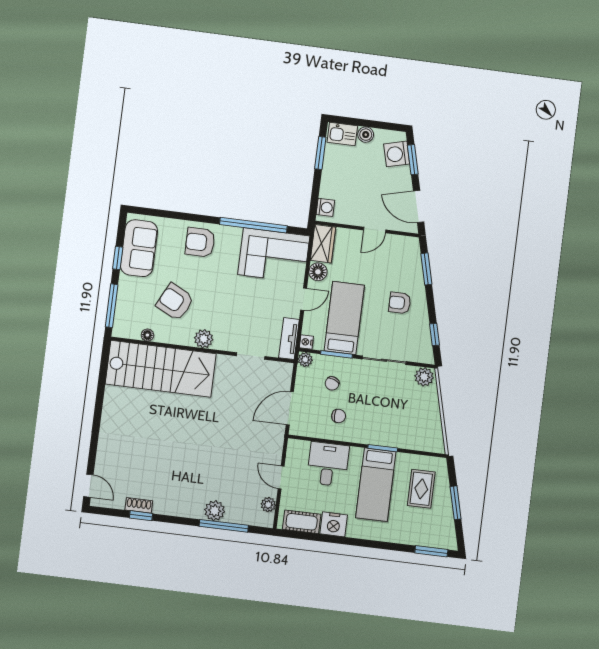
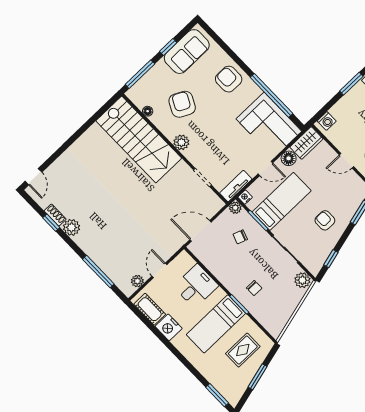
chair: (339, 416) -> (254, 288), moved
plant: (215, 511) -> (72, 227), moved

